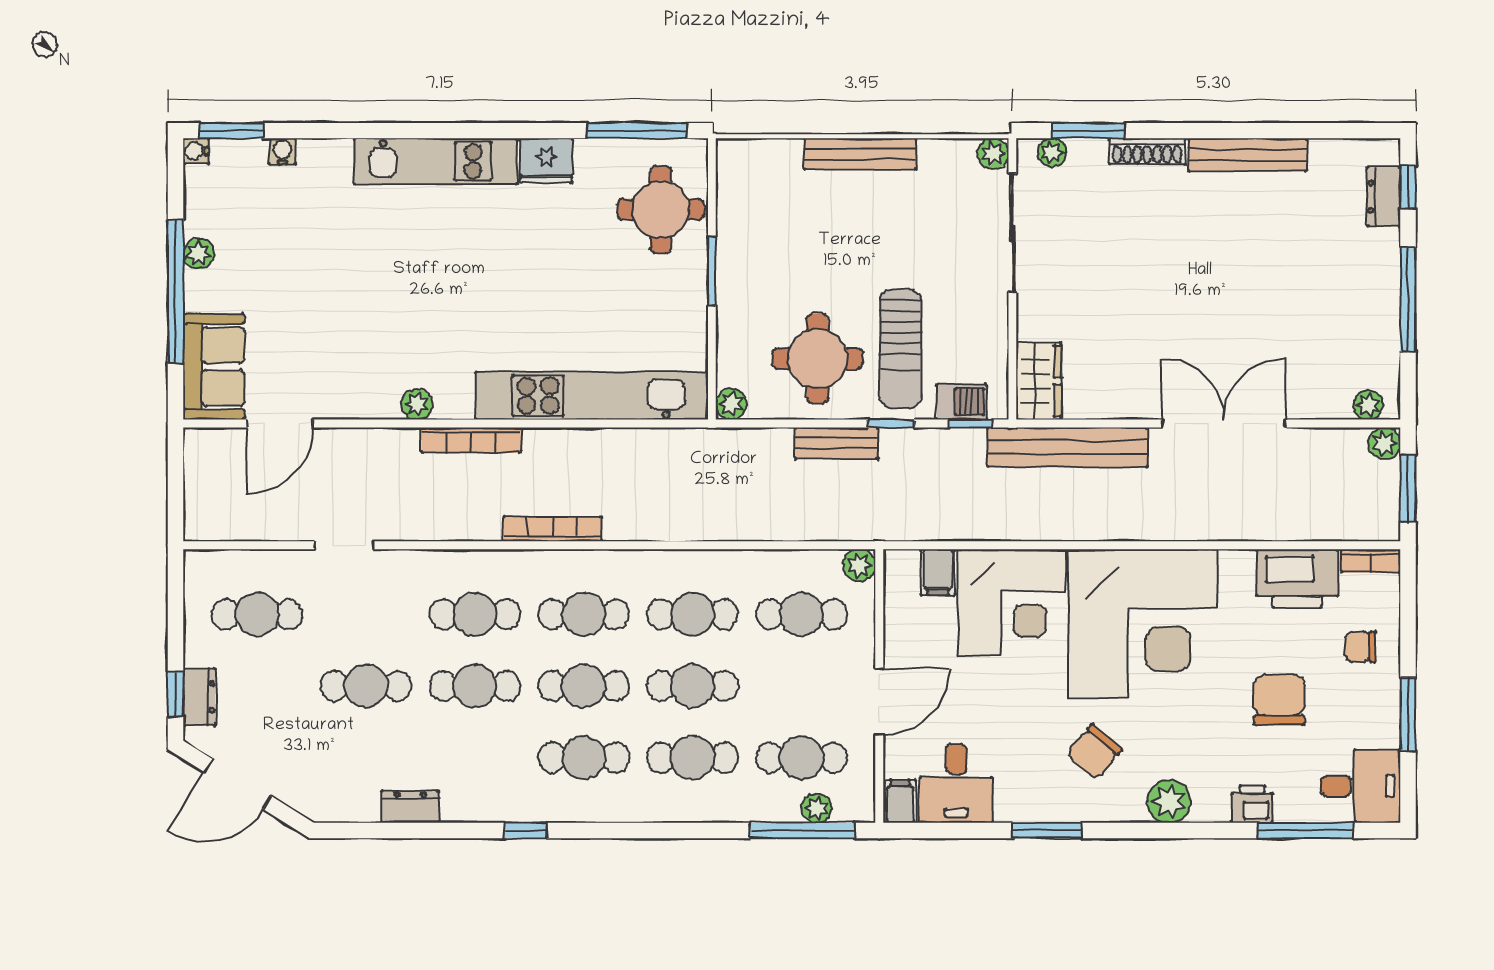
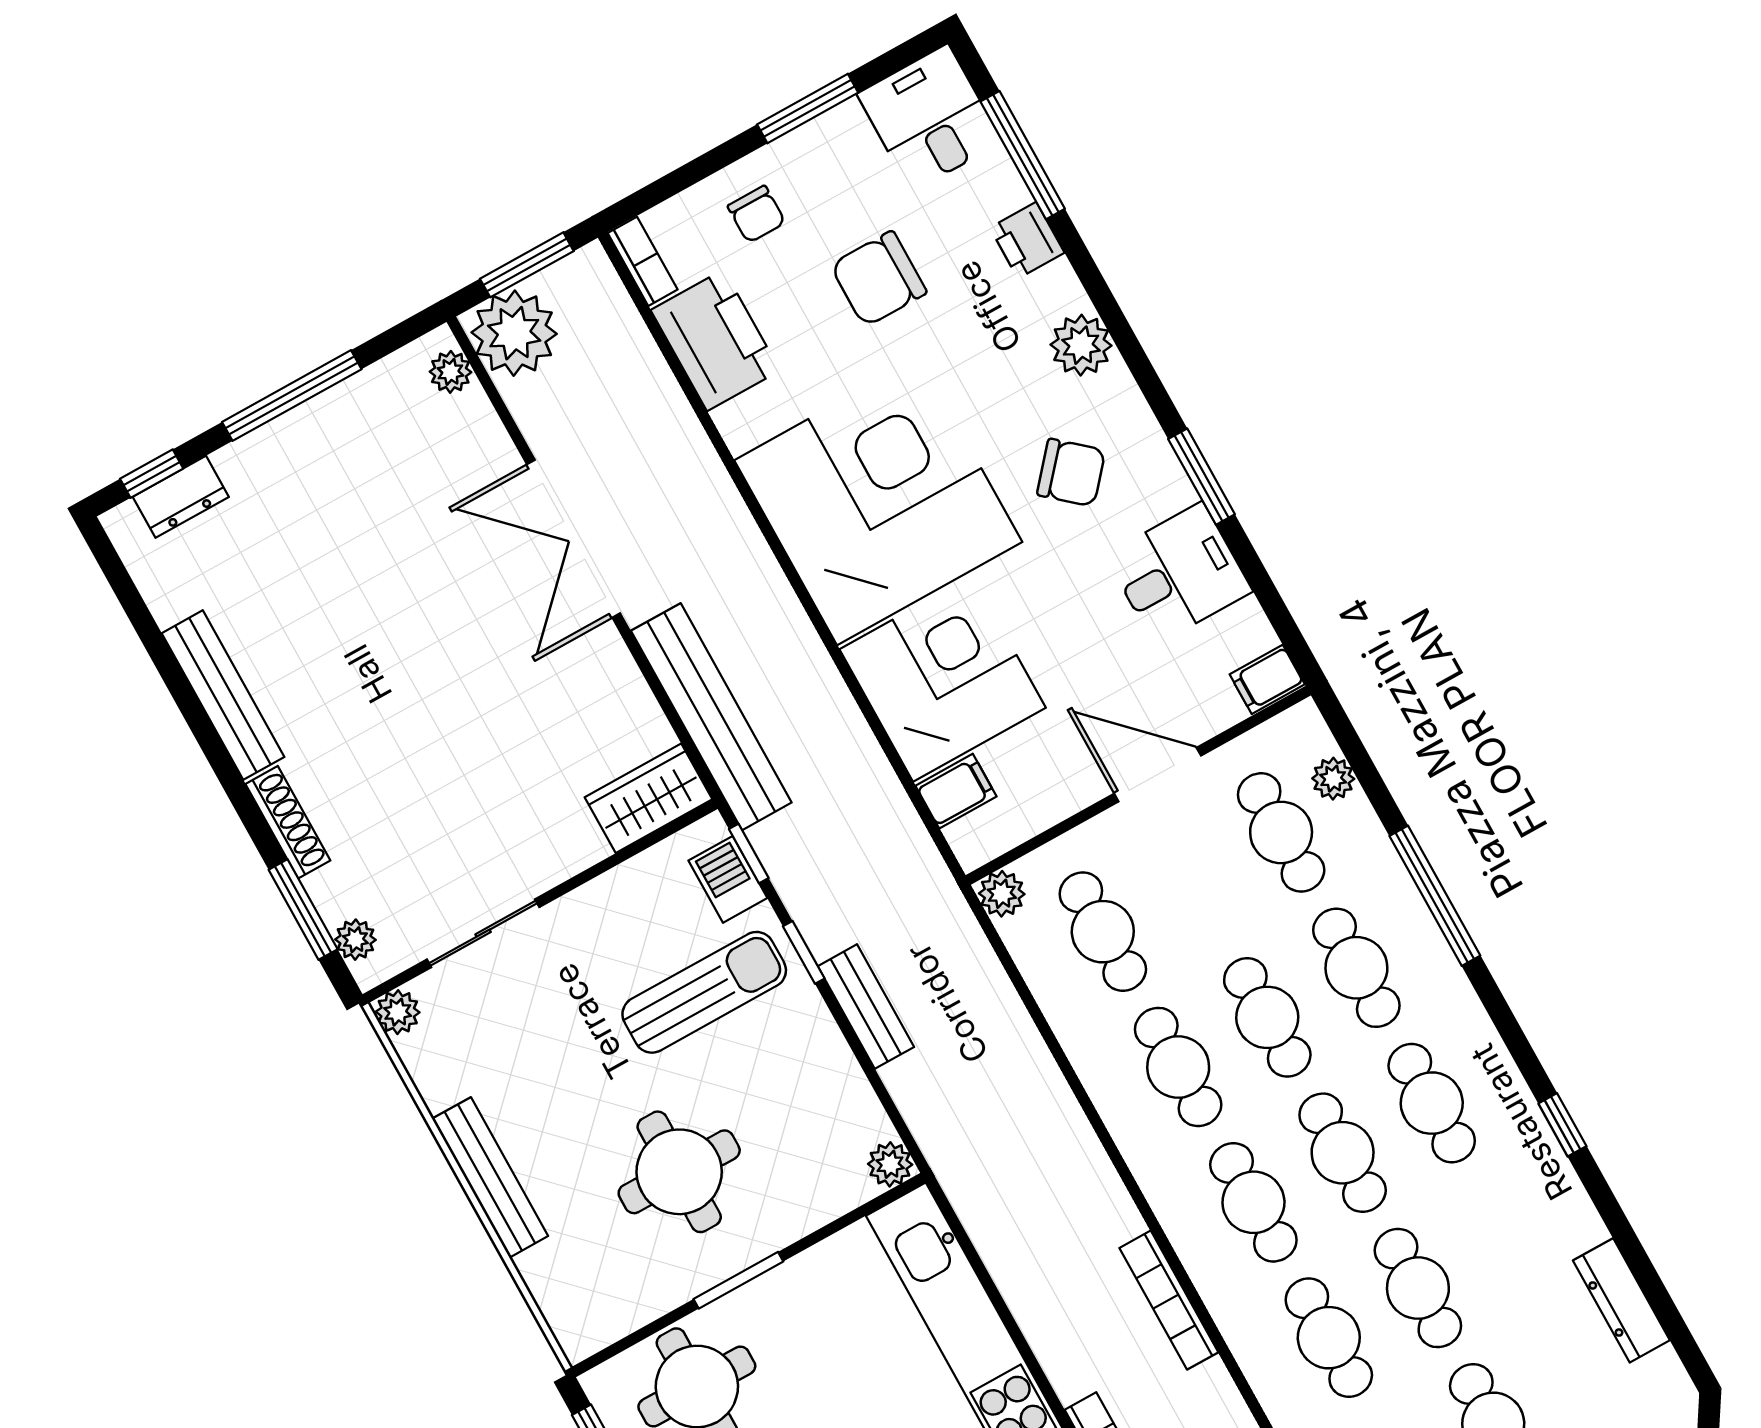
sliding door: (1012, 233) -> (483, 933), width x0.73
round table: (818, 359) -> (679, 1172), moved
plant: (1384, 443) -> (514, 333), width x1.87, depth x1.87
desk: (956, 783) -> (1179, 573), moved
dresser: (410, 807) -> (1621, 1300), width x1.44
window: (802, 831) -> (1435, 896), moved

